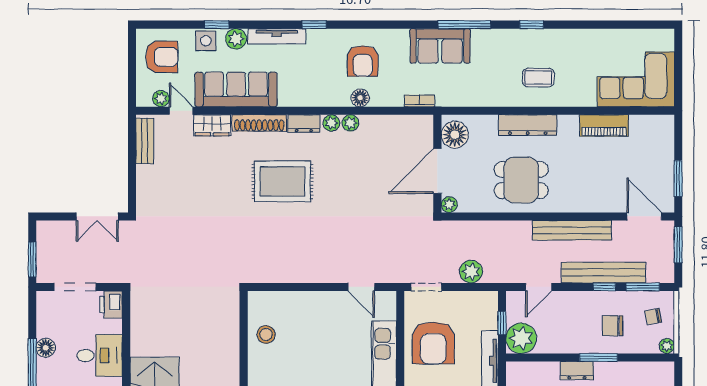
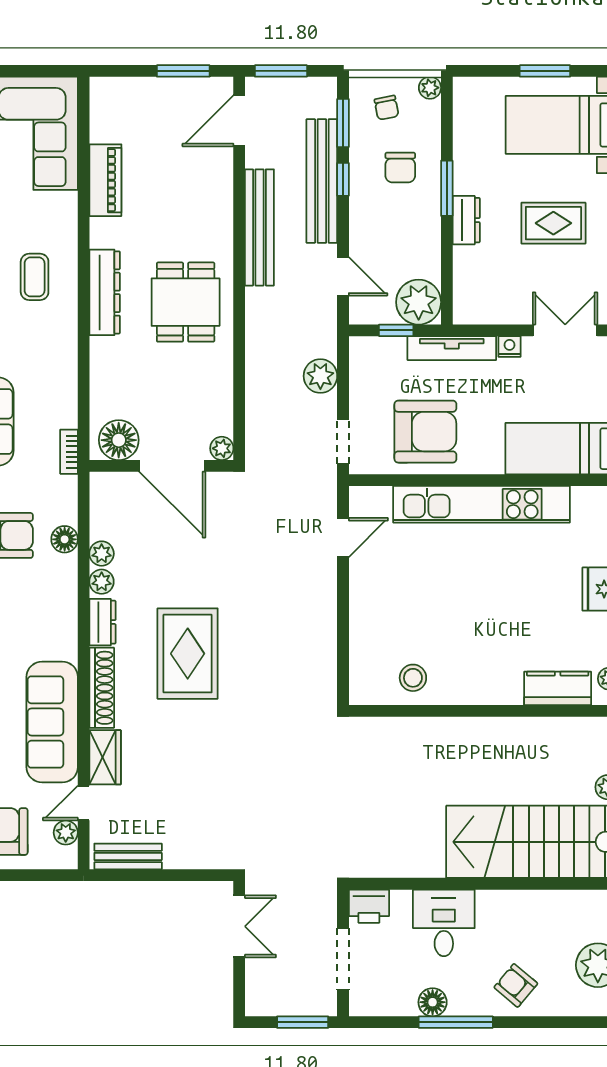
floor lamp: (455, 135) -> (119, 440), moved
wall: (437, 164) -> (161, 466), moved
door: (437, 171) -> (172, 466), moved
plant: (449, 205) -> (222, 448), moved

